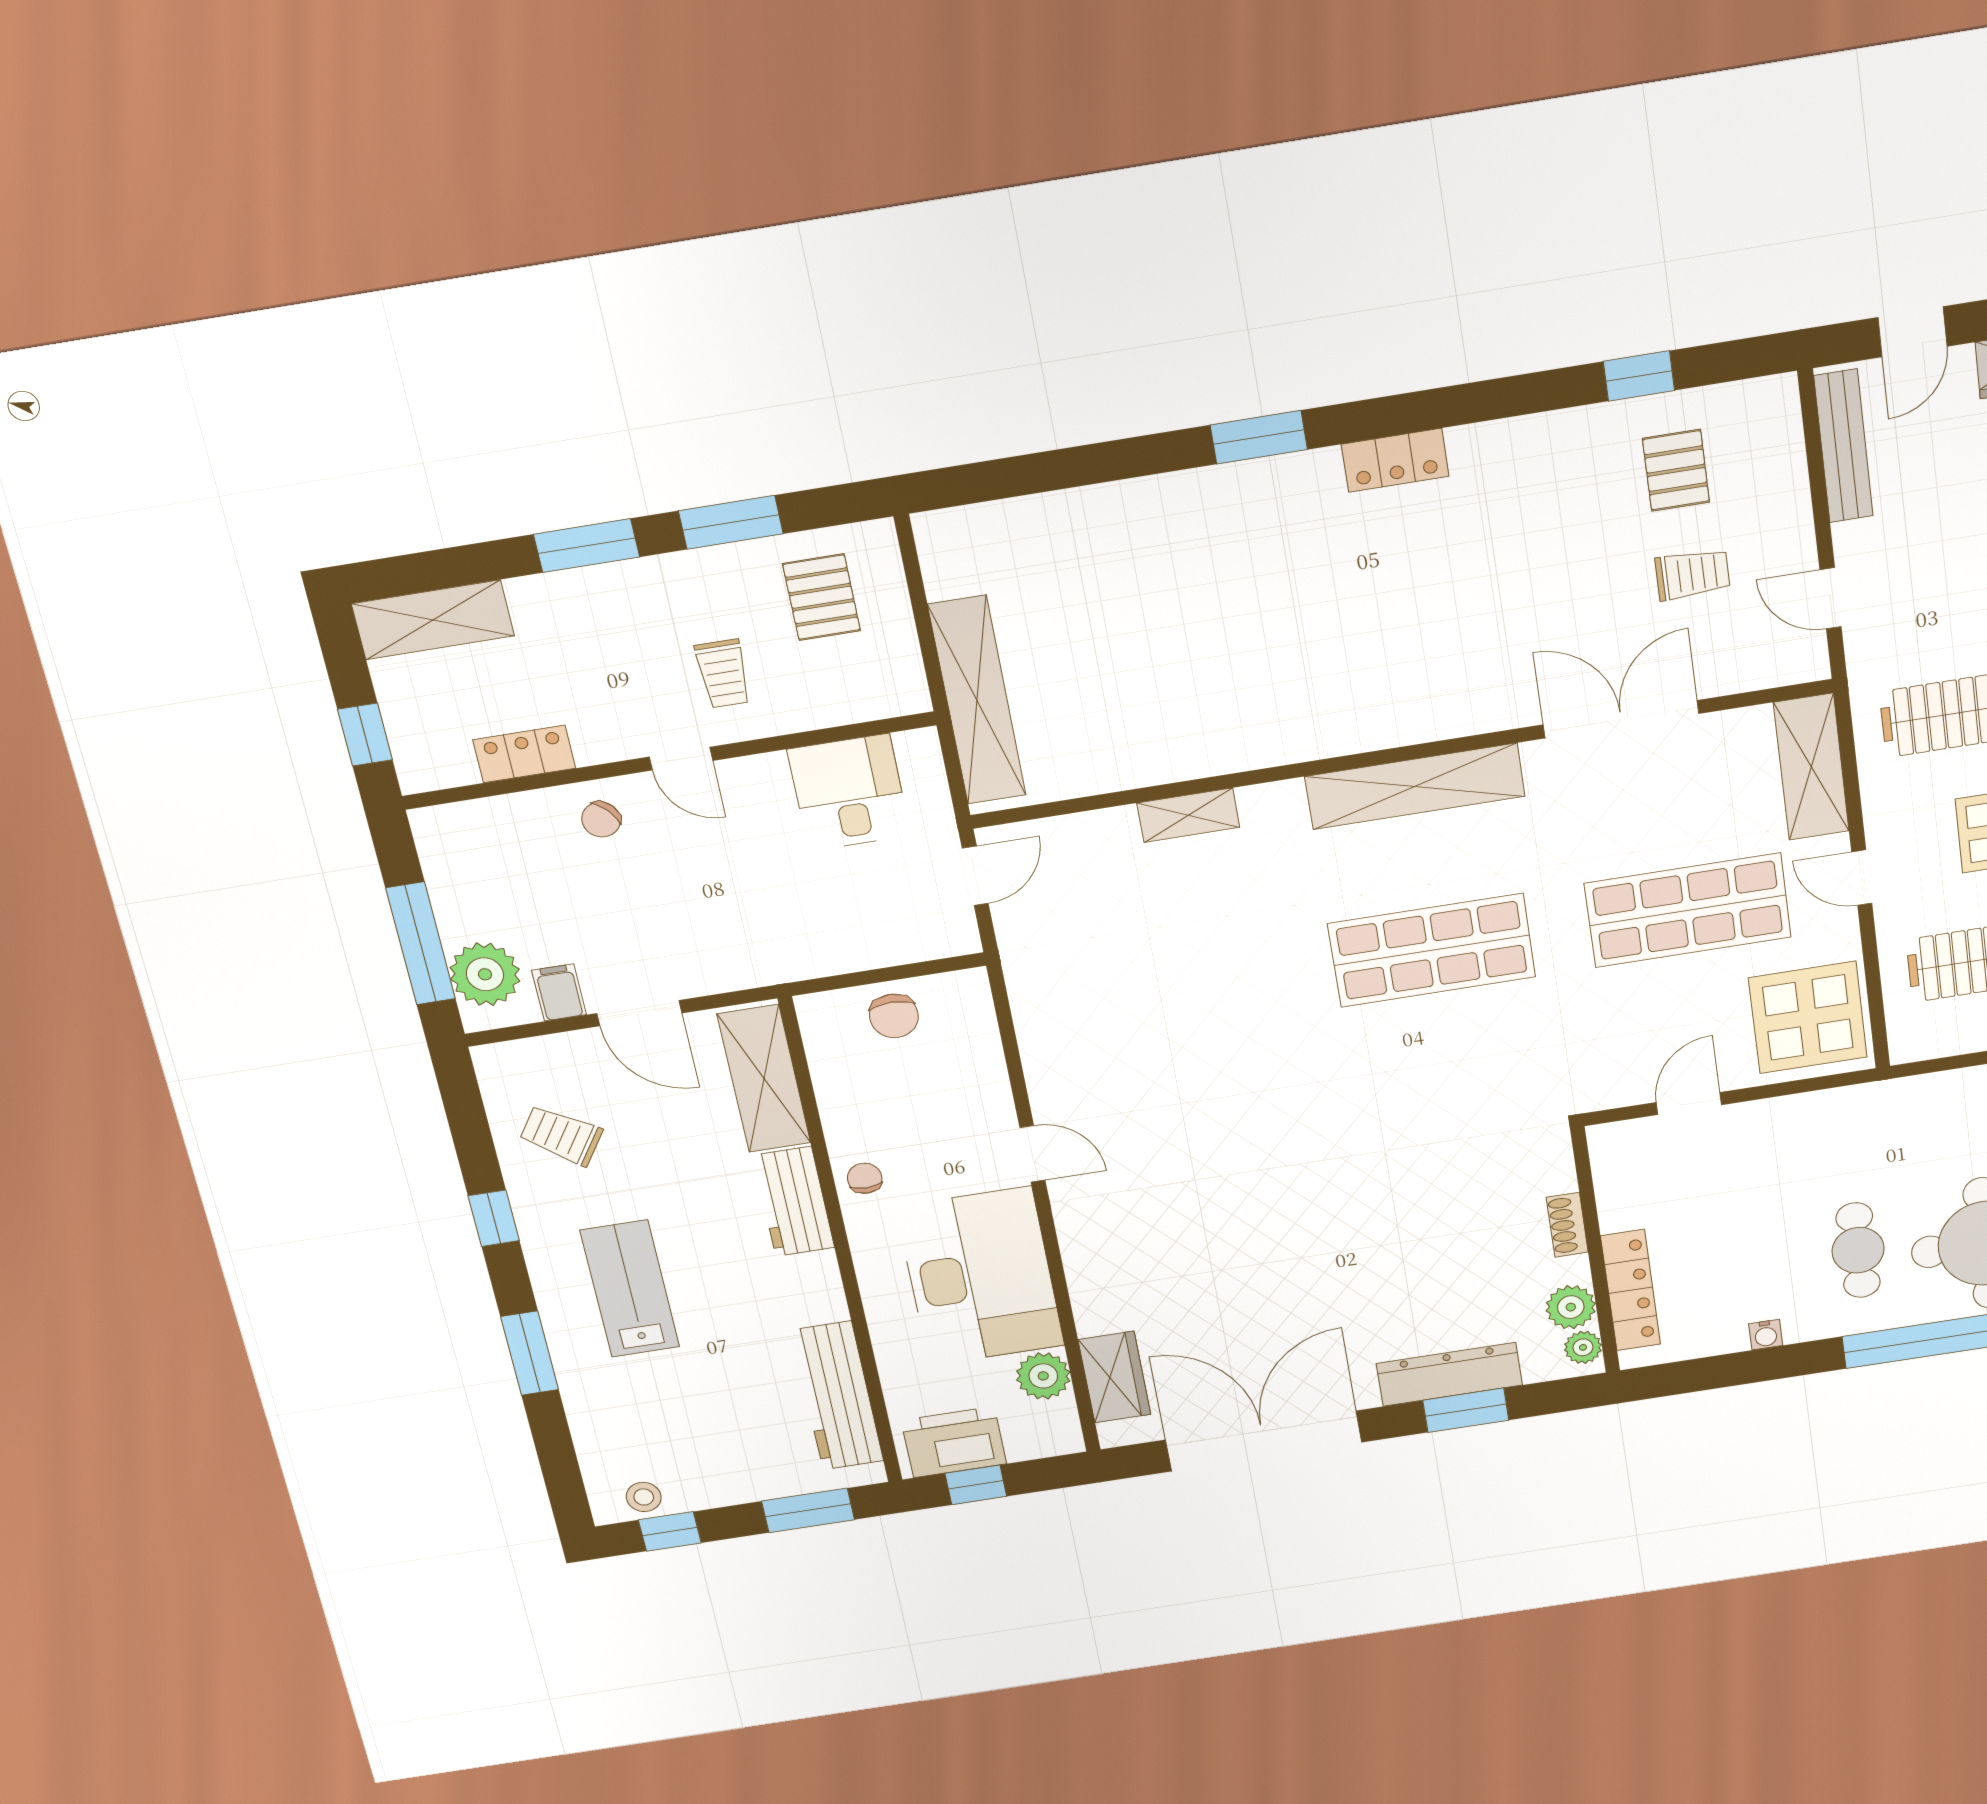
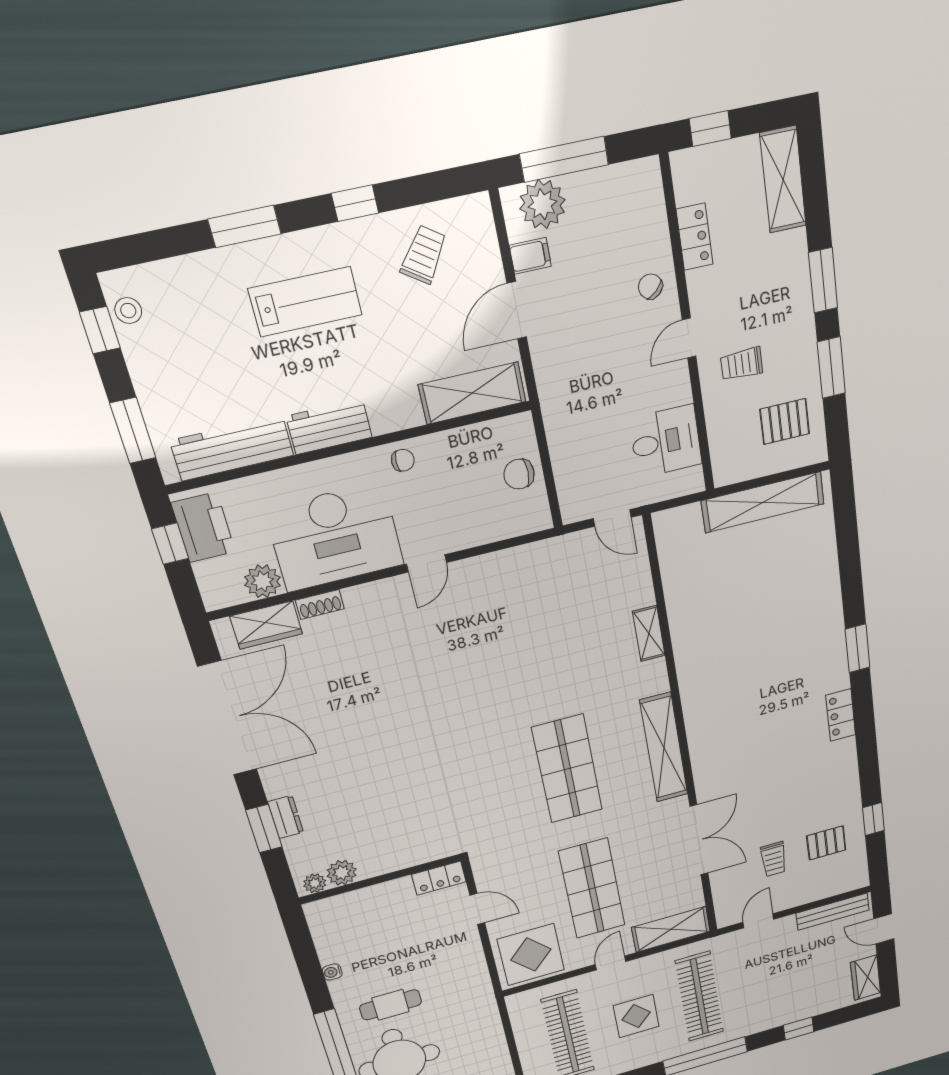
shelving: (977, 700) -> (763, 502), moved
workbench: (794, 1202) -> (329, 427), moved
shoe rack: (1567, 1225) -> (320, 604), moved, turned 180
locker: (1631, 1290) -> (439, 878), moved, width x0.66
dresser: (1449, 1374) -> (286, 817), width x0.51, depth x0.80

